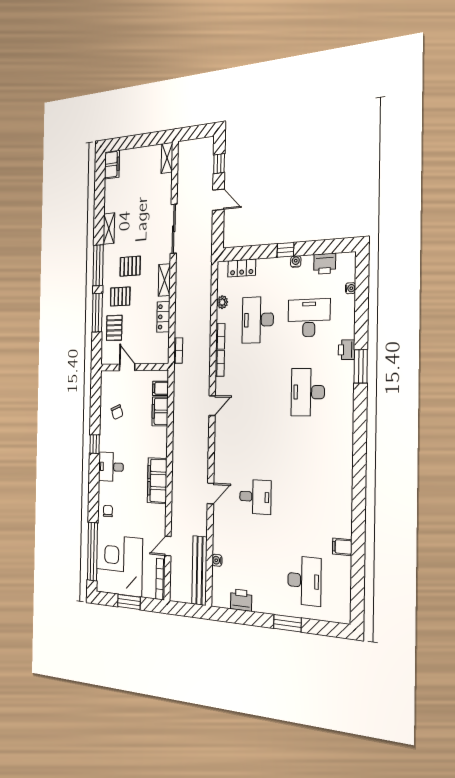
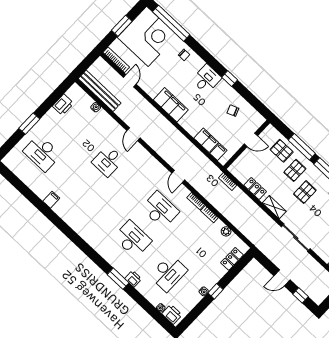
printer: (325, 264) -> (172, 314), moved, turned 90
desk: (258, 320) -> (160, 210), moved
filing cabinet: (342, 547) -> (51, 200), moved

